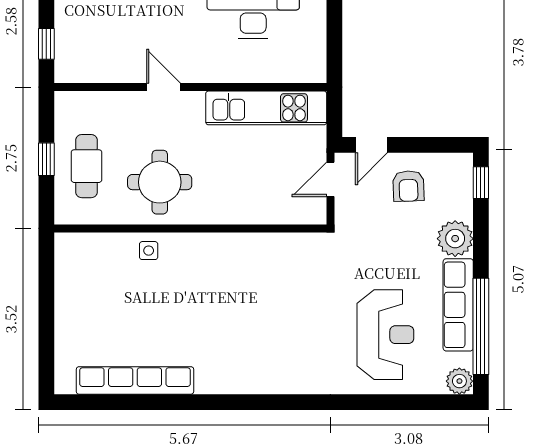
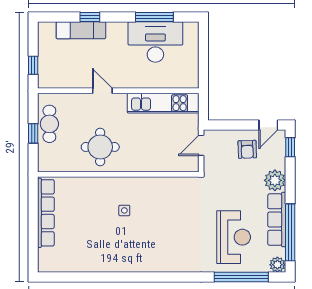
door: (371, 145) -> (268, 125), moved
cafe table: (86, 166) -> (49, 124), moved
side table: (149, 251) -> (124, 210), moved
row of seats: (135, 380) -> (46, 213), moved, turned 90
window: (398, 402) -> (241, 277), added

